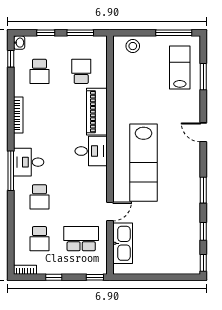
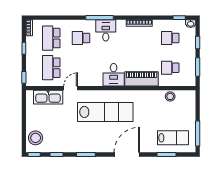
stool: (133, 46) -> (170, 96), moved
school desk: (81, 71) -> (170, 68), turned 180
door: (203, 132) -> (127, 155), width x1.88
lab bench: (144, 163) -> (105, 112), turned 180
door: (110, 211) -> (71, 88), swing flipped
school desk: (39, 239) -> (51, 38), width x1.85
school desk: (81, 239) -> (51, 68), turned 180
stool: (180, 261) -> (36, 138), added

